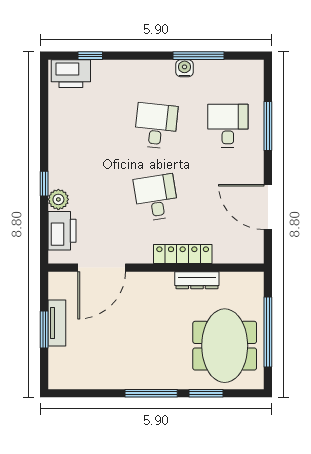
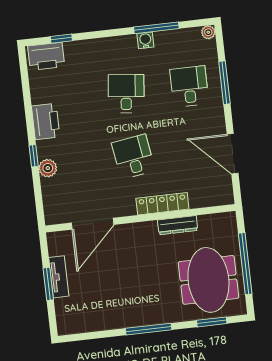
plant: (256, 67) -> (208, 32), added
printer: (62, 231) -> (46, 122), moved
window: (206, 393) -> (212, 322), moved

